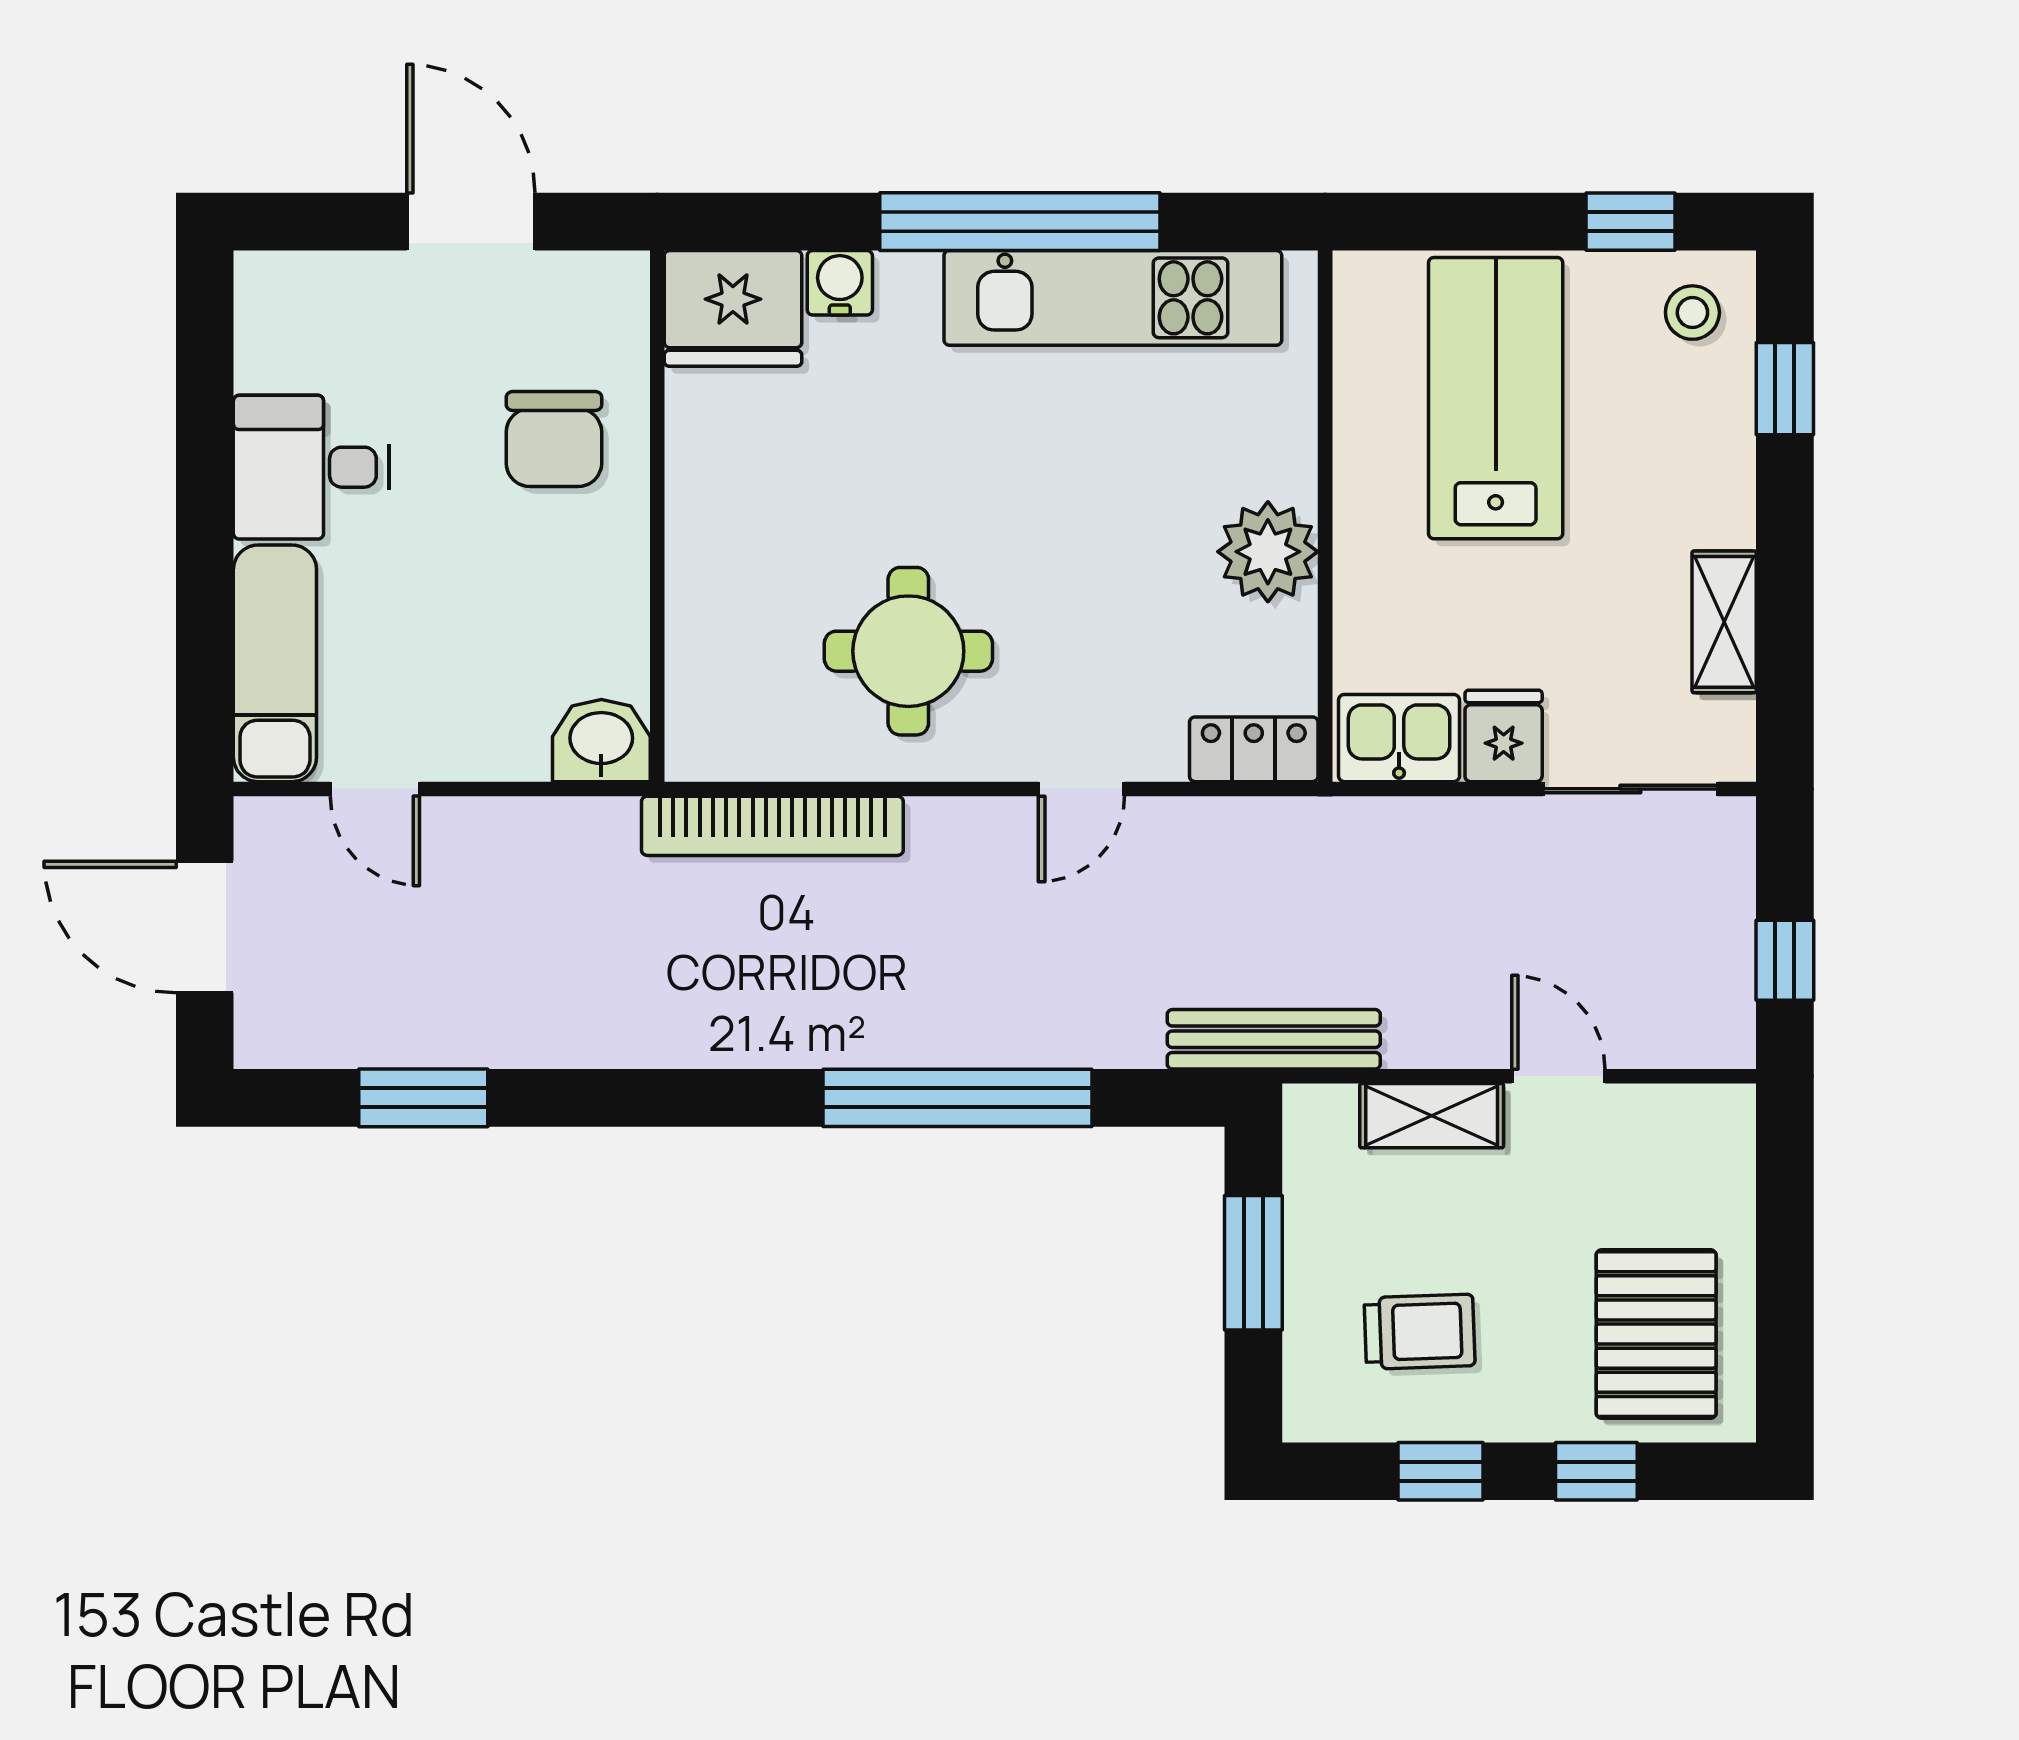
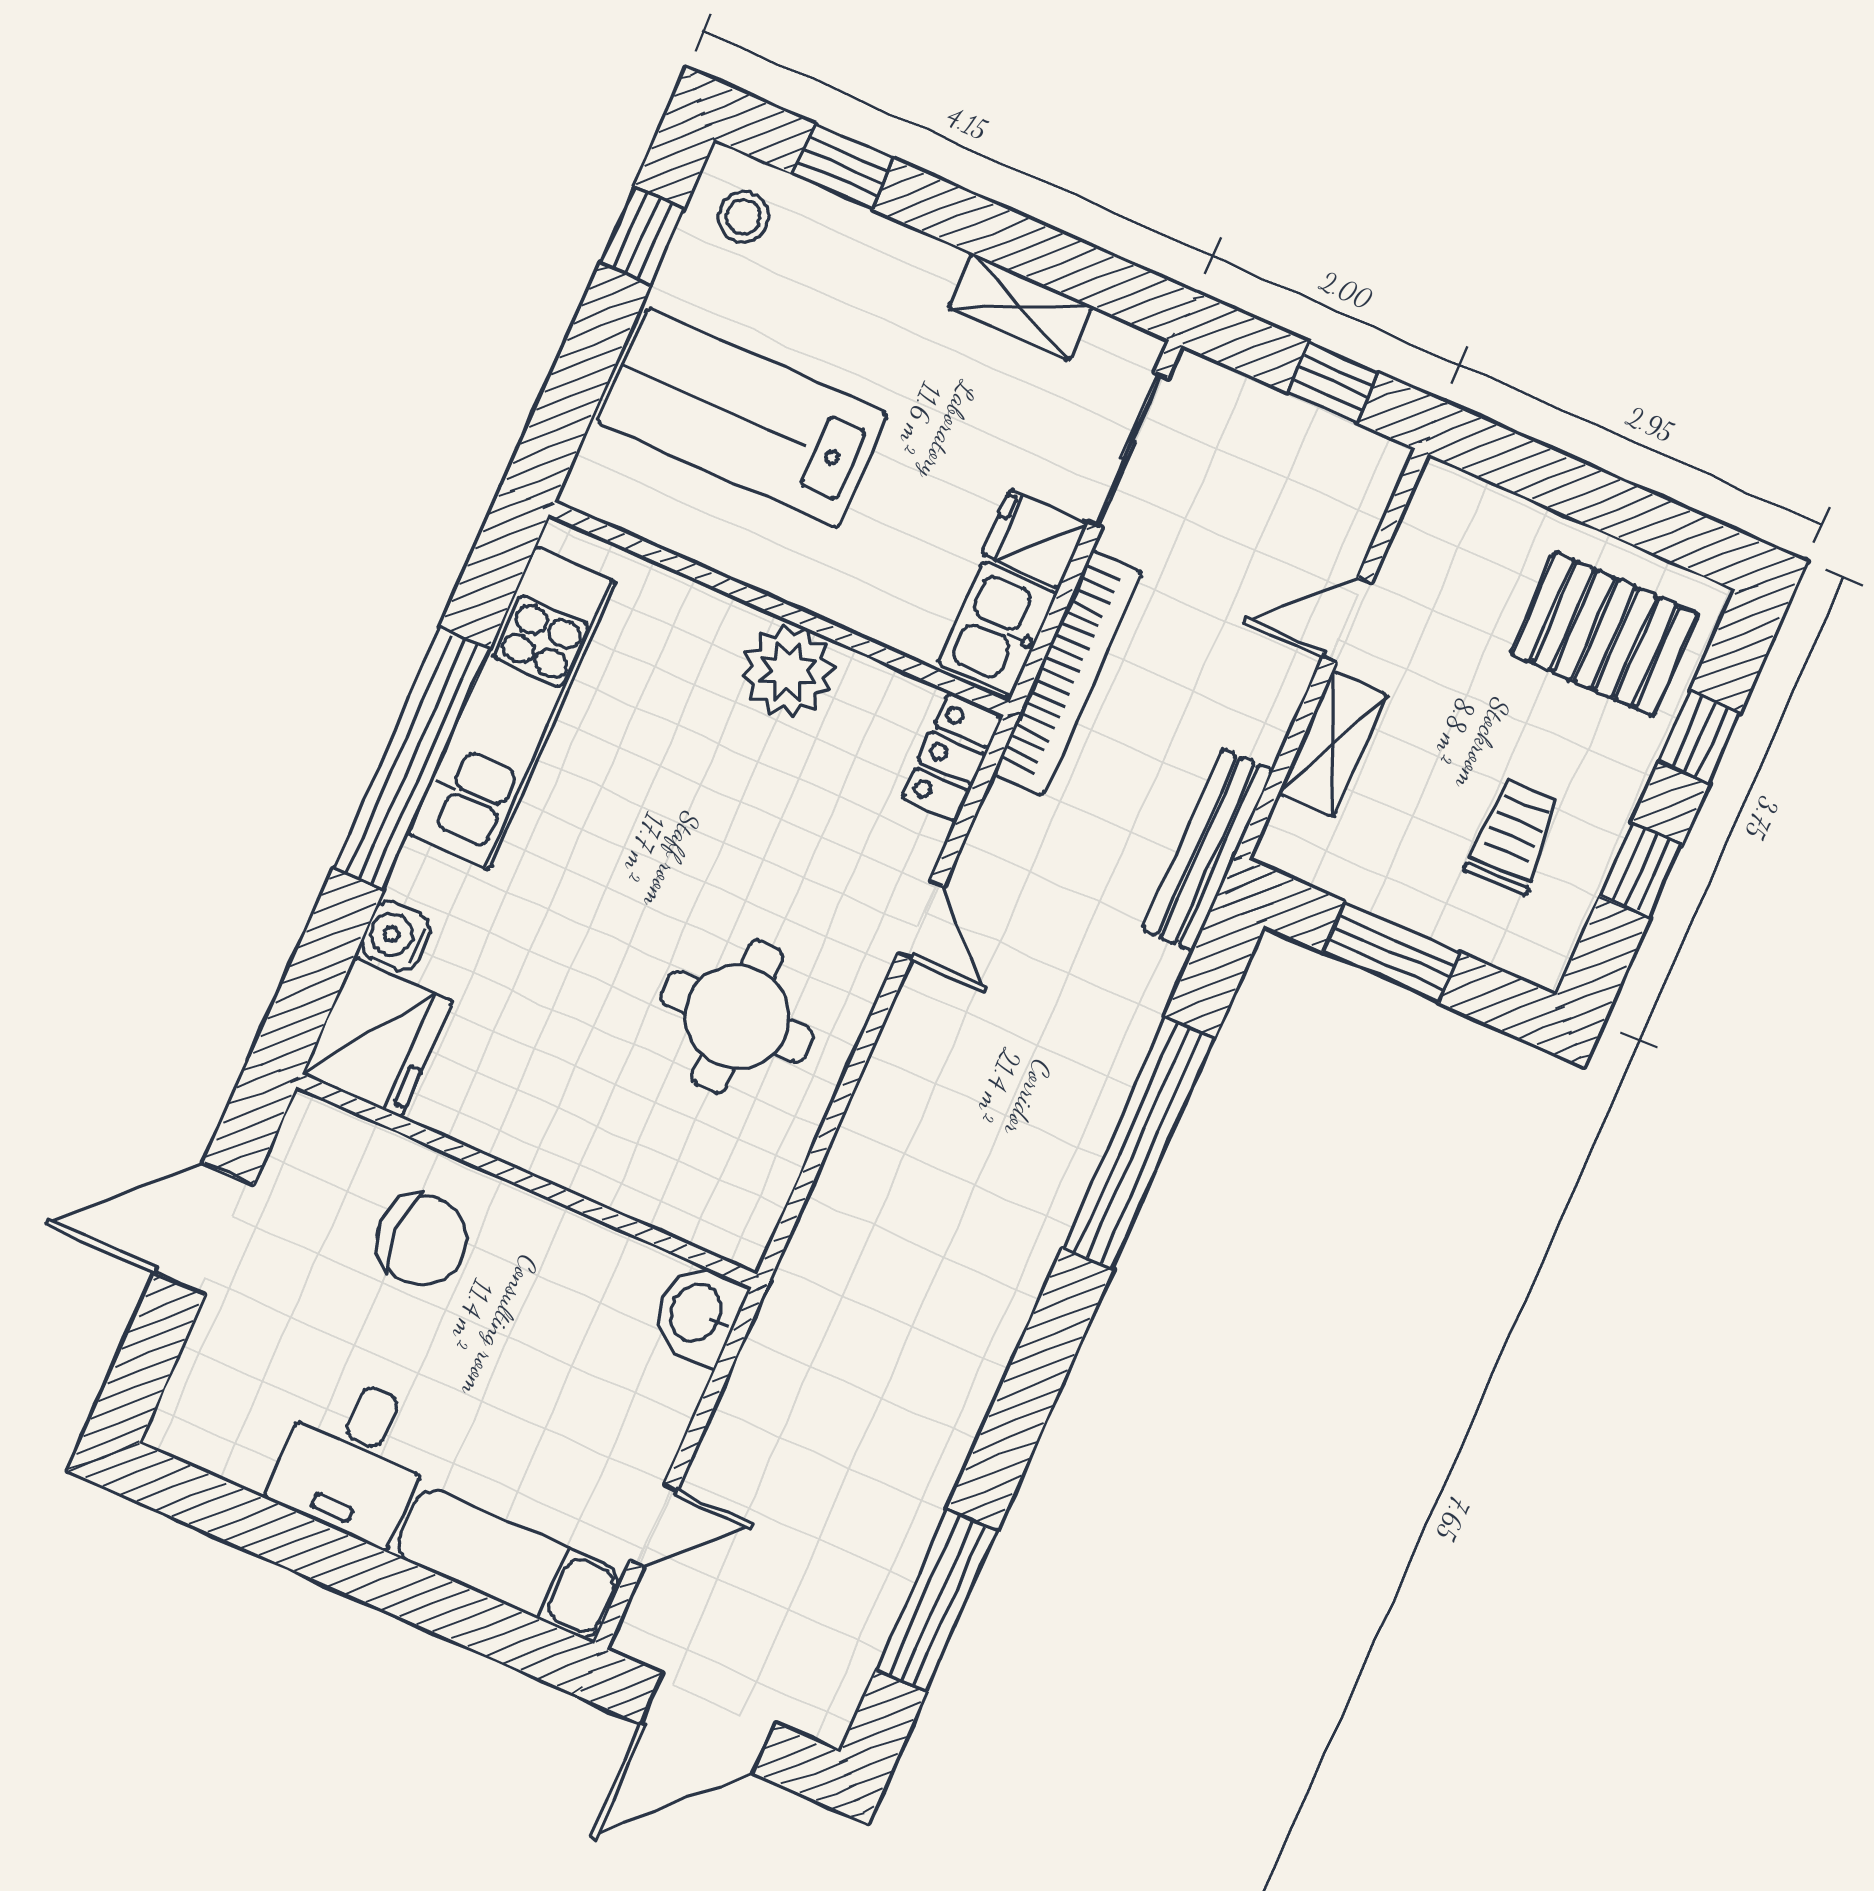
bookcase: (772, 826) -> (1068, 673), moved
window: (423, 1098) -> (937, 1601), width x1.44

